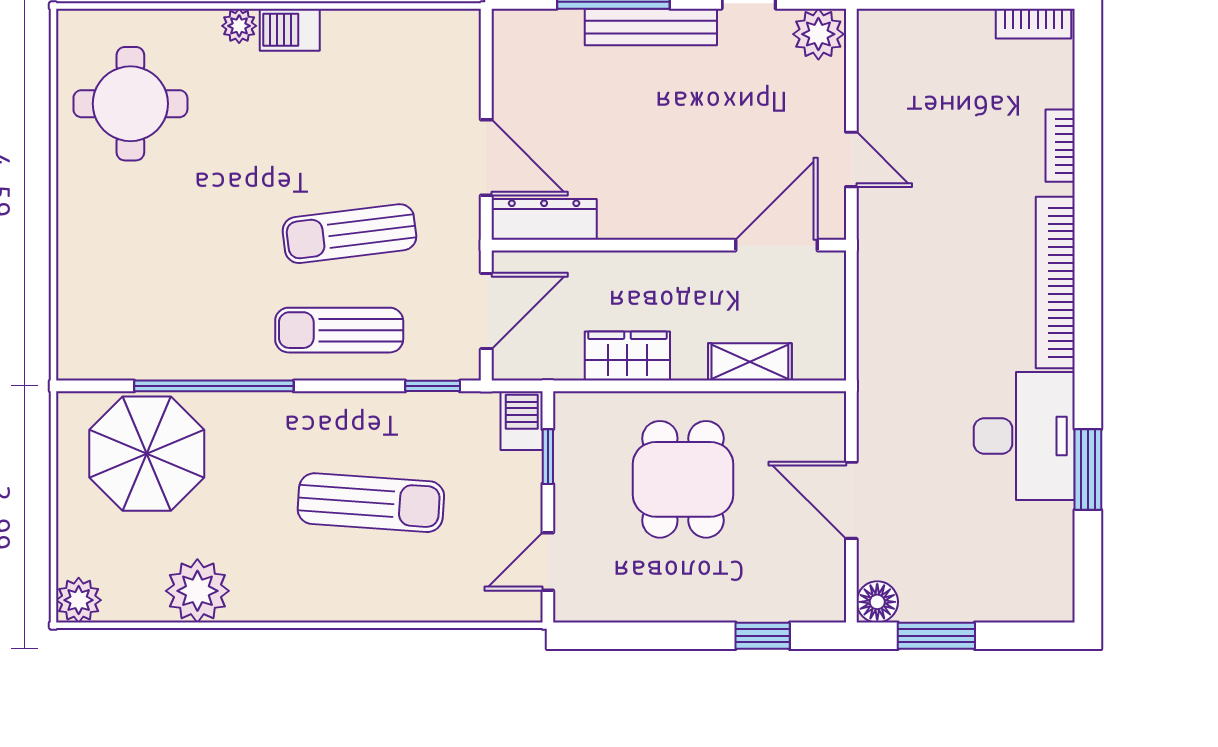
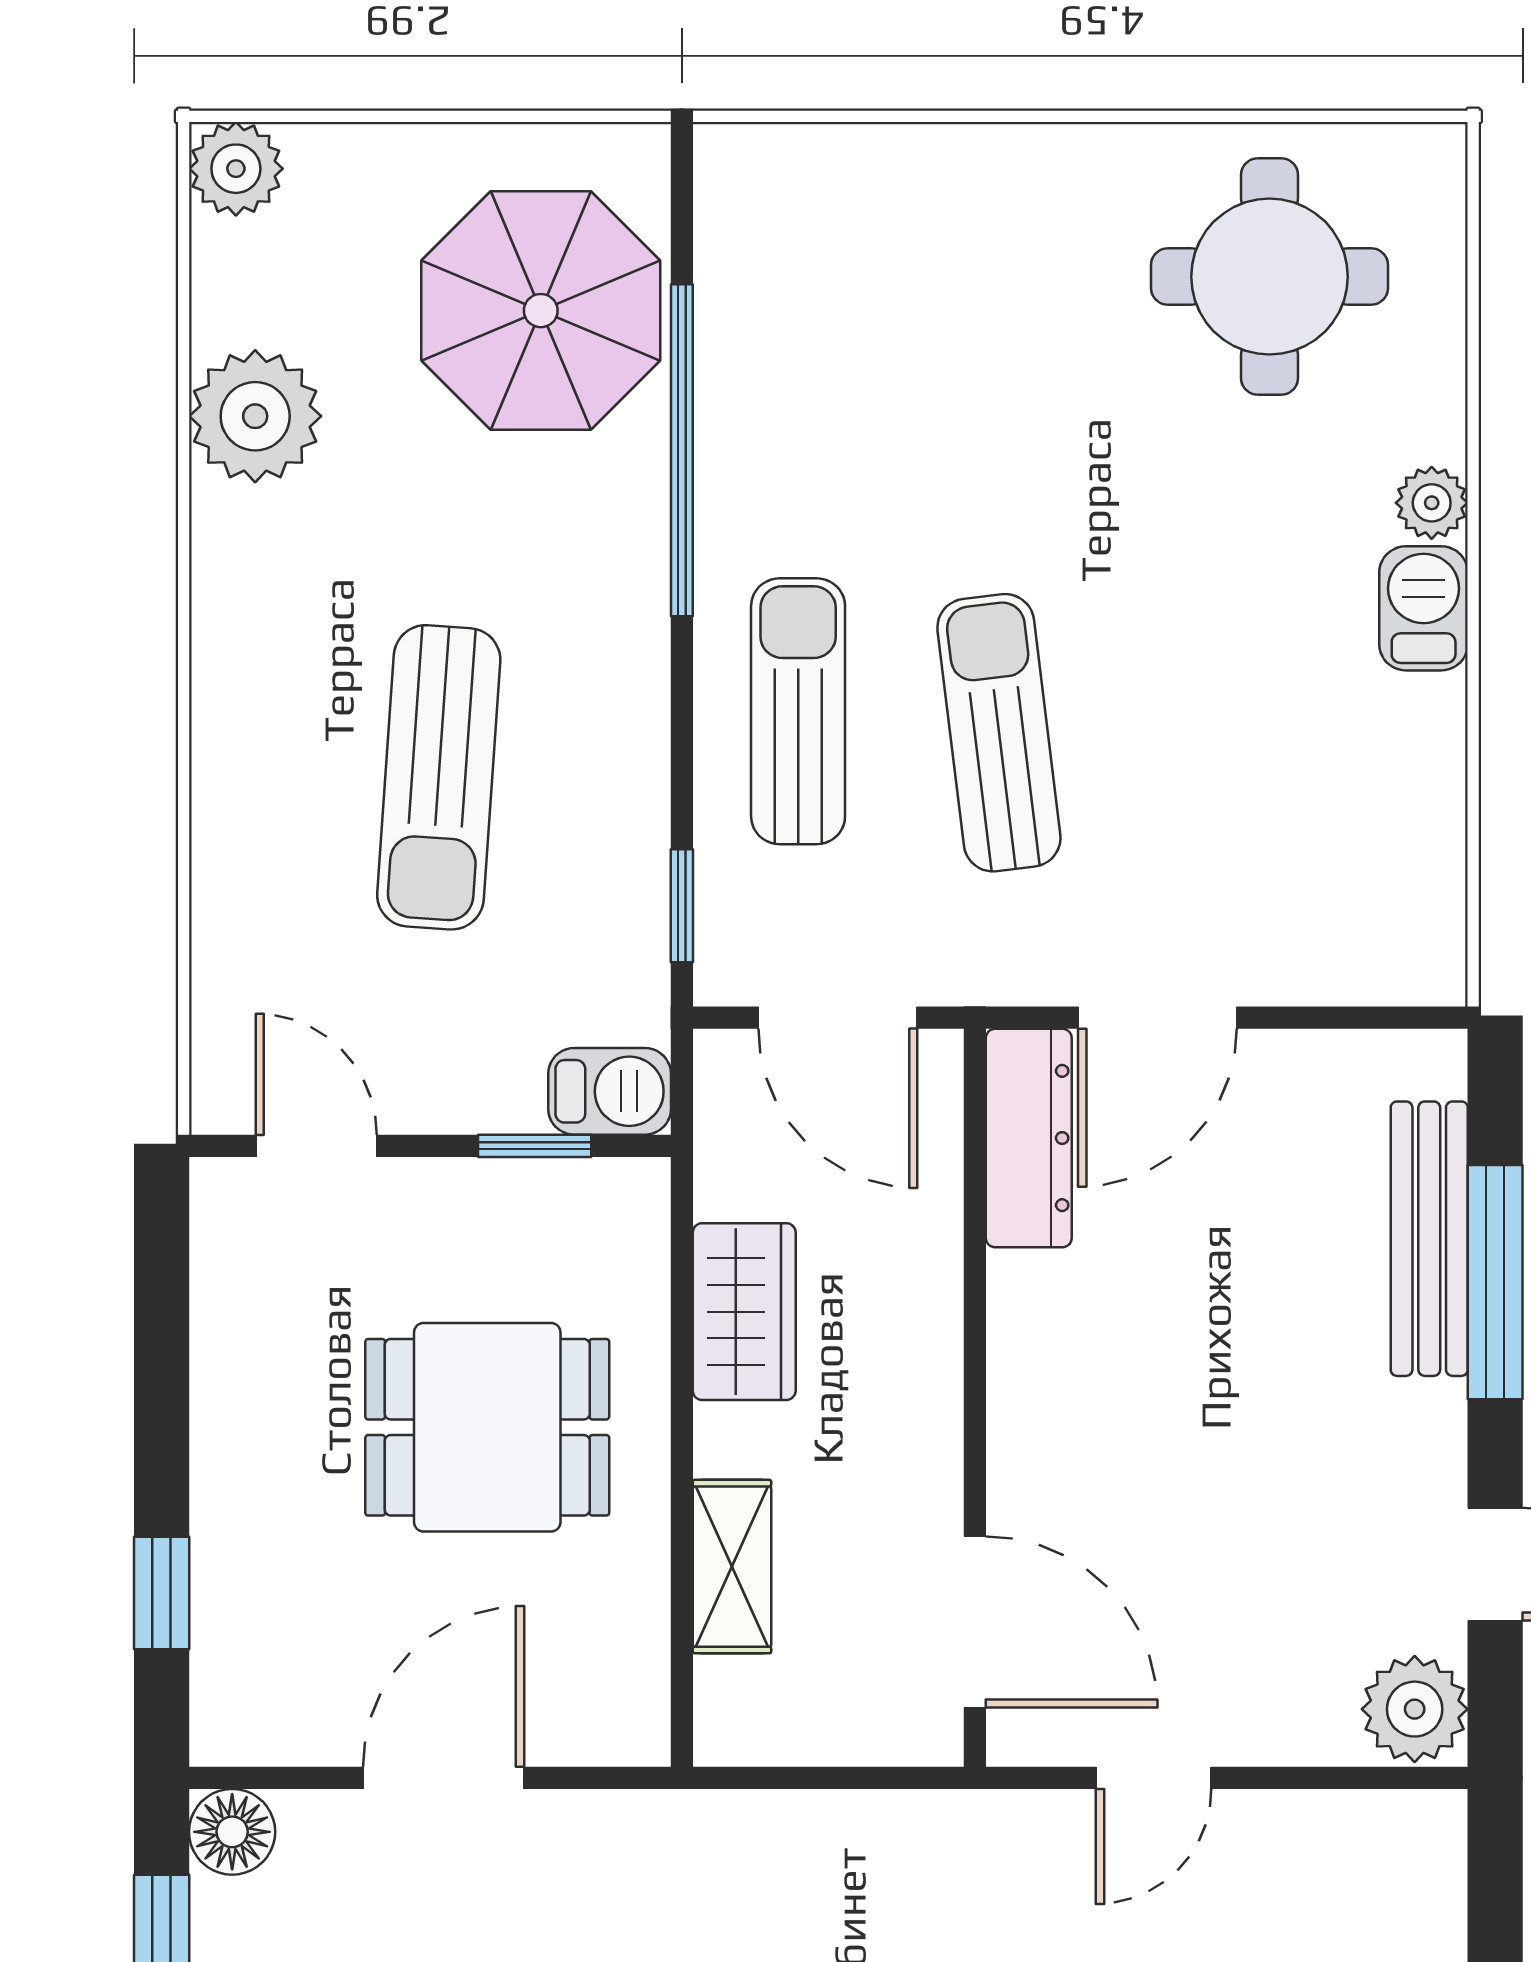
bench: (651, 27) -> (1429, 1239), moved

